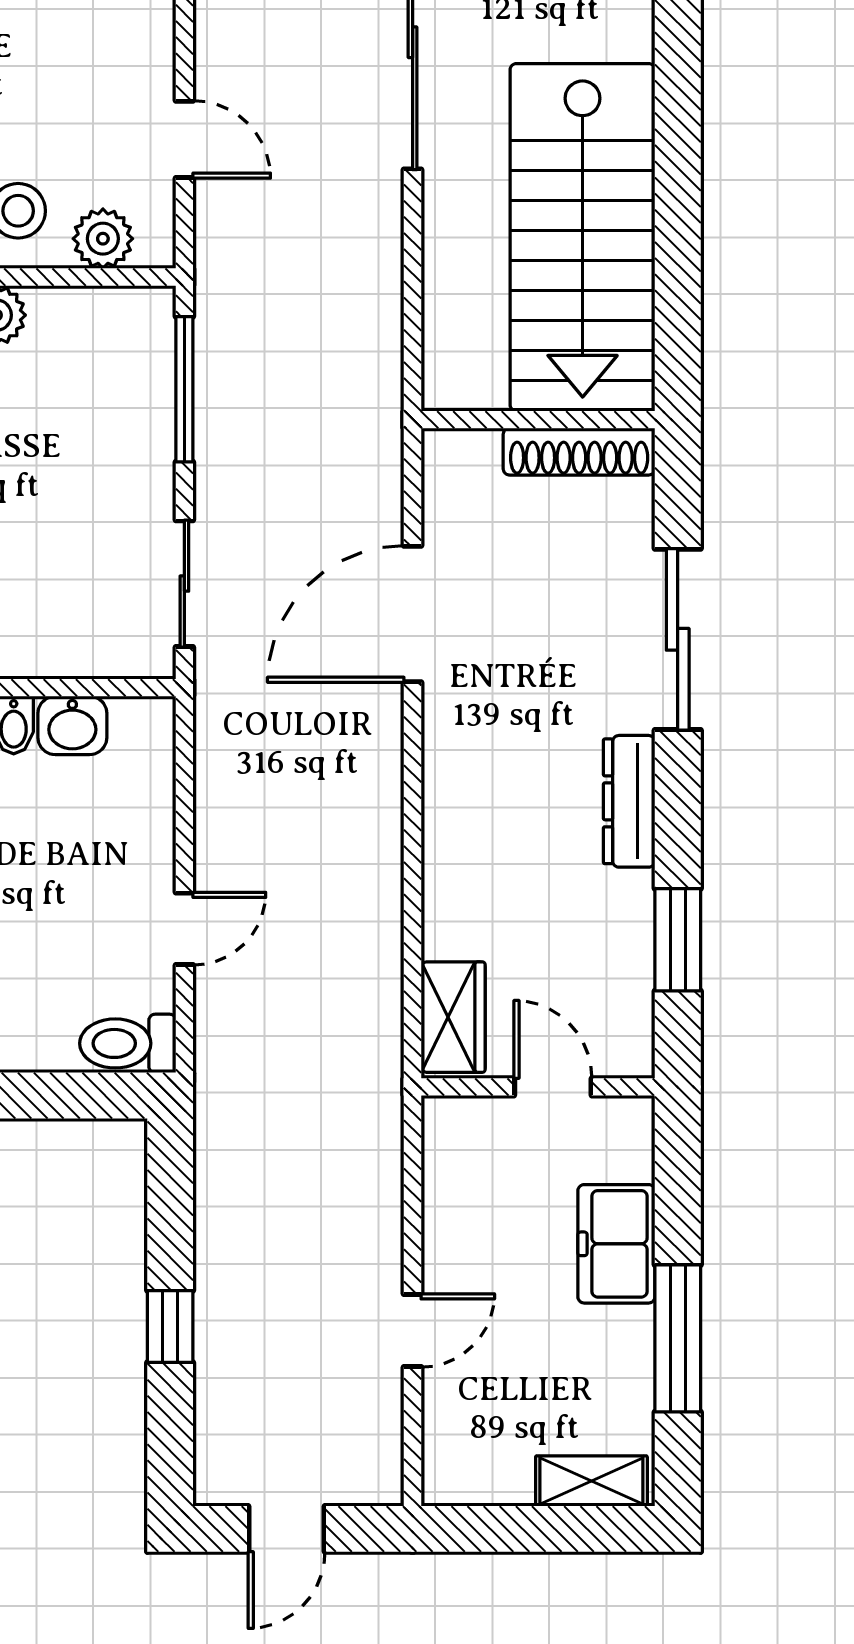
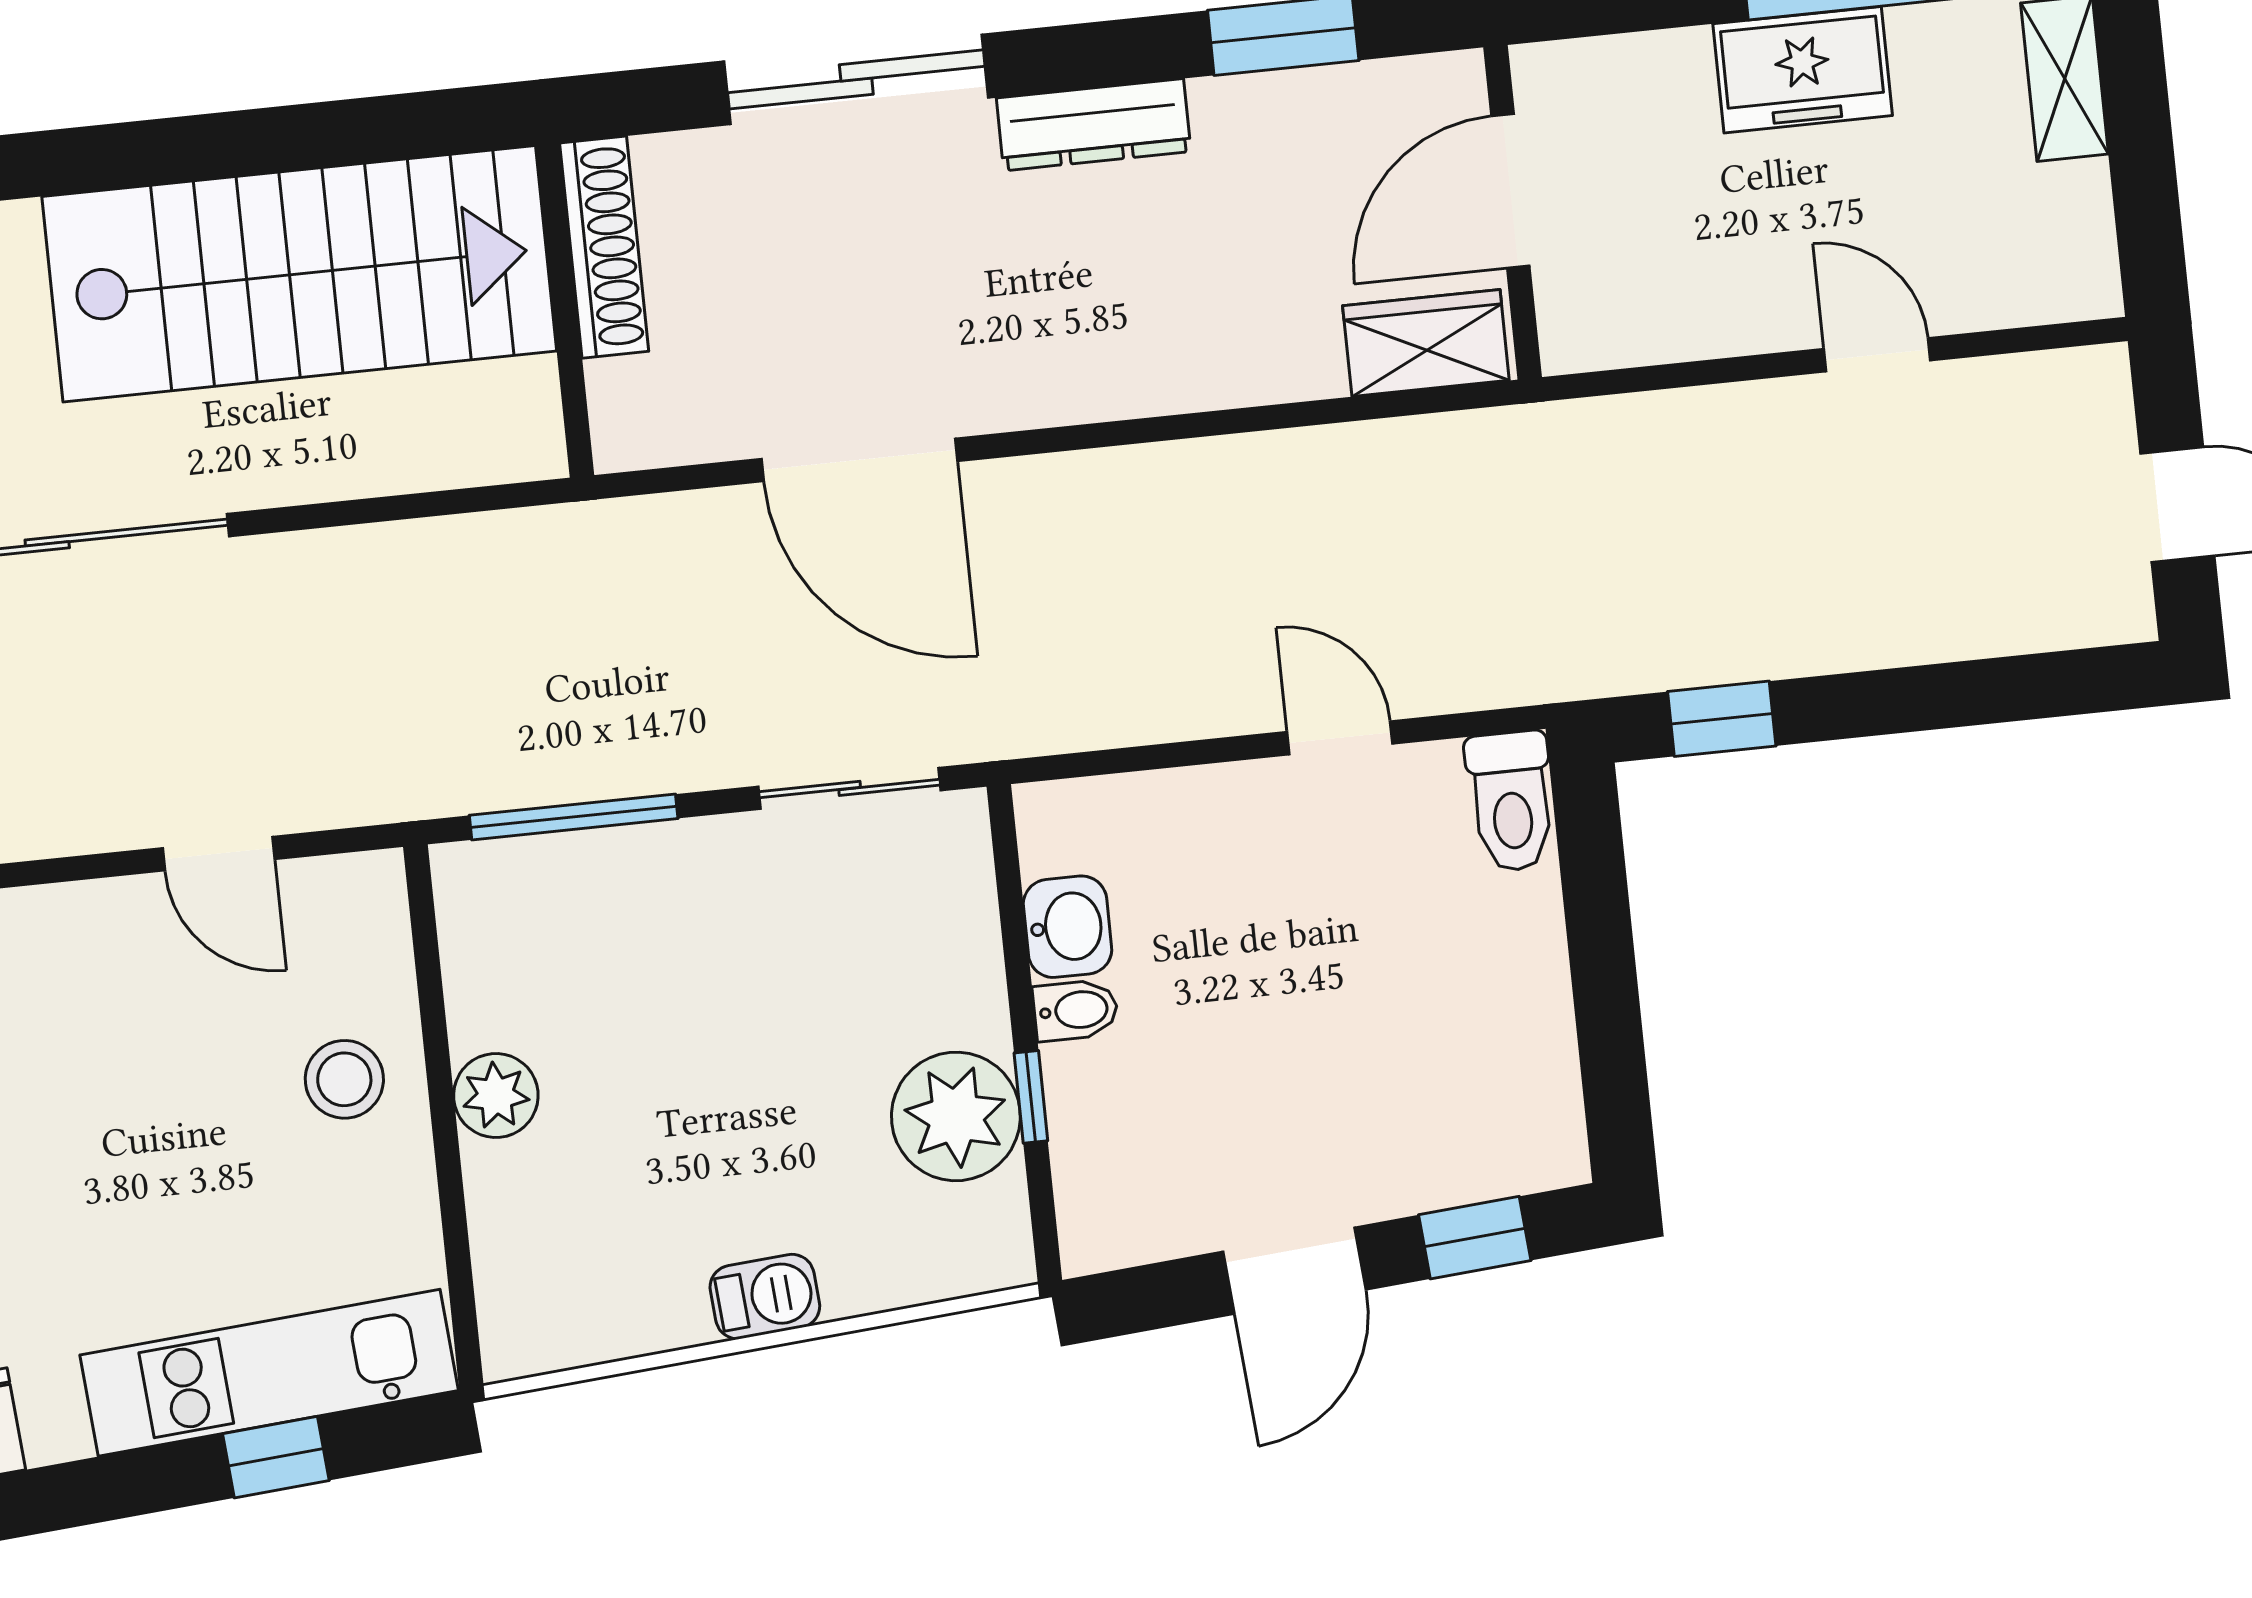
door: (184, 139) -> (219, 854), swing flipped
plant: (103, 239) -> (372, 955), removed
door: (553, 1087) -> (1510, 191), width x1.38
freezer: (616, 1244) -> (1803, 70), moved
window: (170, 1327) -> (1722, 719), moved

